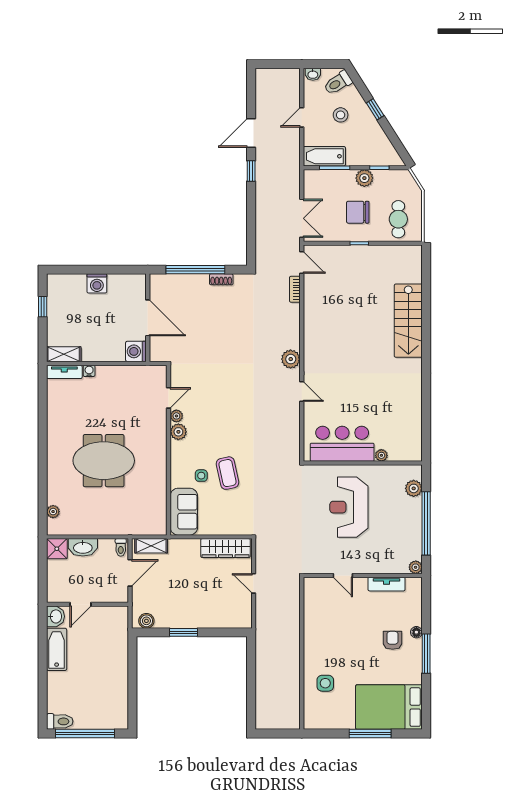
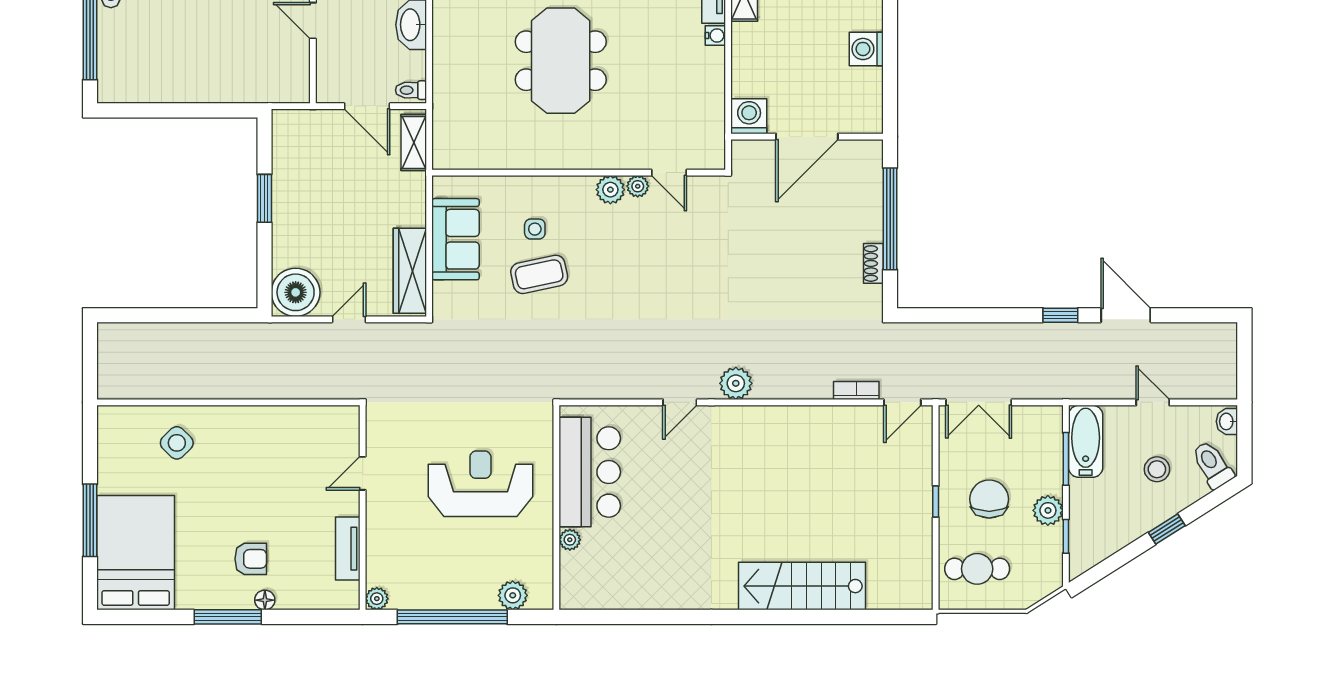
sofa: (184, 512) -> (455, 239), moved, turned -90
boiler: (146, 621) -> (296, 292), moved, width x1.86, depth x1.86
side table: (325, 683) -> (177, 443), turned 45

